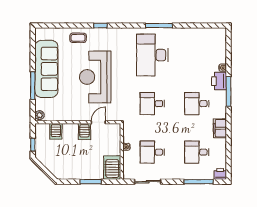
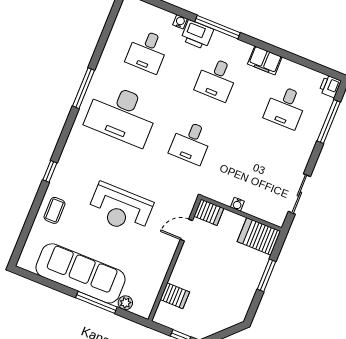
reception desk: (95, 77) -> (120, 209), width x0.74, depth x0.77
plant: (40, 115) -> (125, 303), moved
door: (98, 122) -> (186, 230), hinge flipped
server rack: (84, 132) -> (209, 212), moved
desk: (152, 152) -> (147, 51), moved

